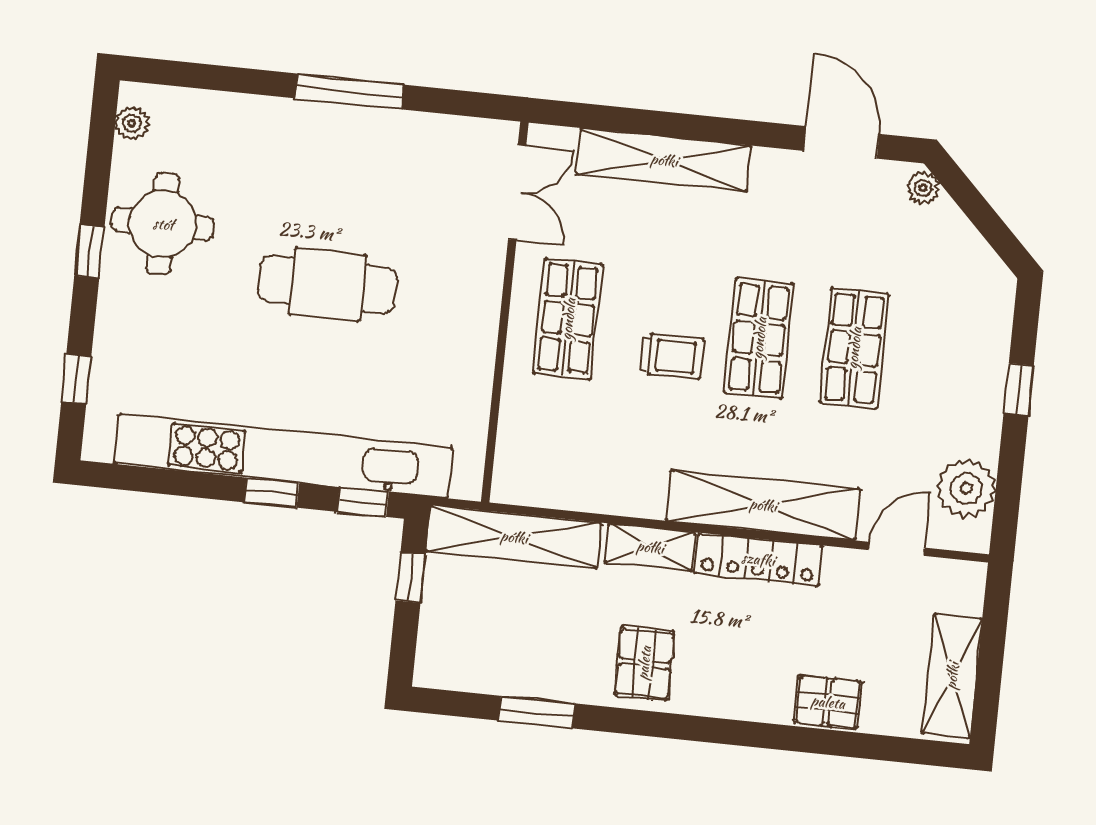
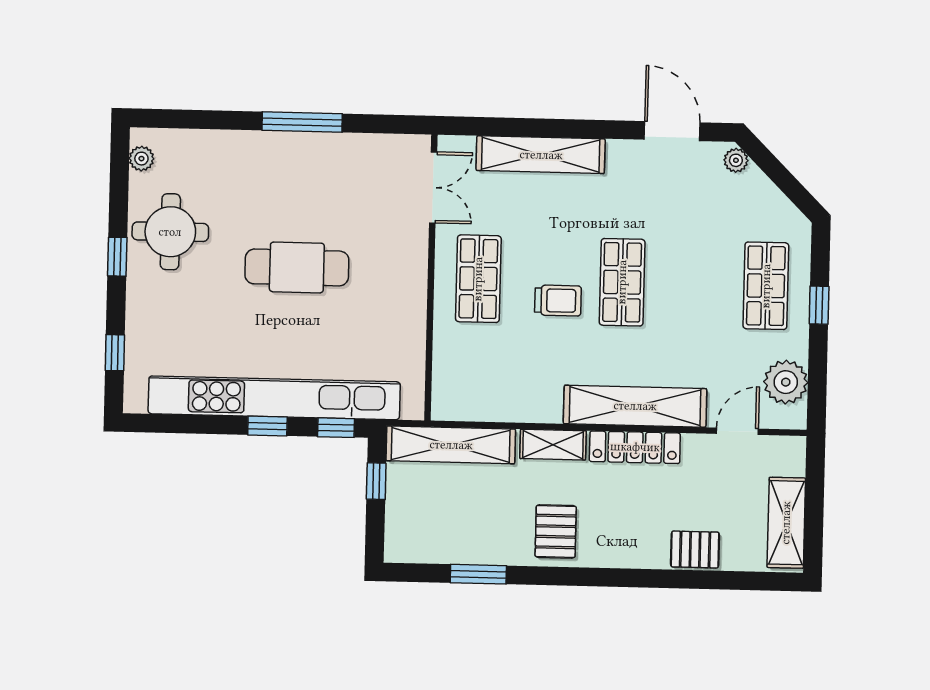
shop shelf: (854, 348) -> (766, 286), moved

